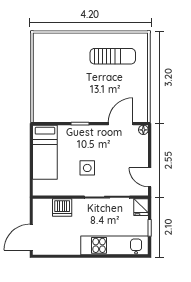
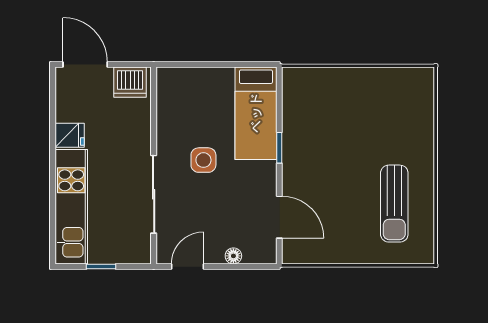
floor lamp: (143, 130) -> (233, 256), moved
bed: (45, 152) -> (256, 113), moved, turned -90
dishwasher: (62, 207) -> (130, 82), moved, turned -90
fridge: (141, 207) -> (70, 135), moved, turned 180

